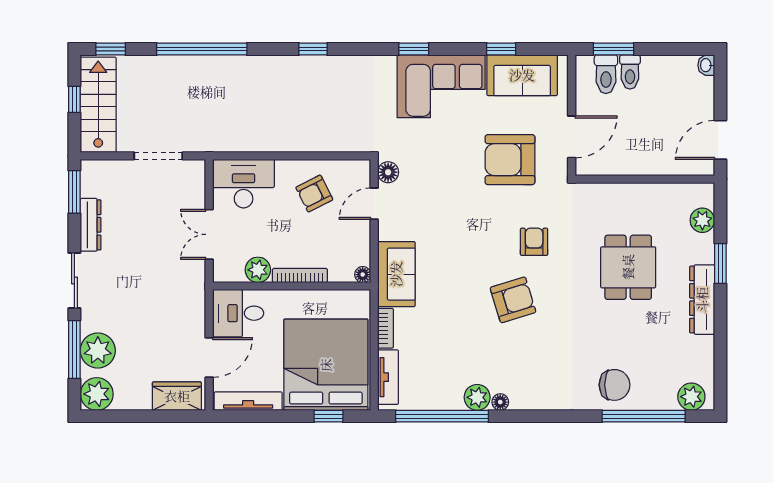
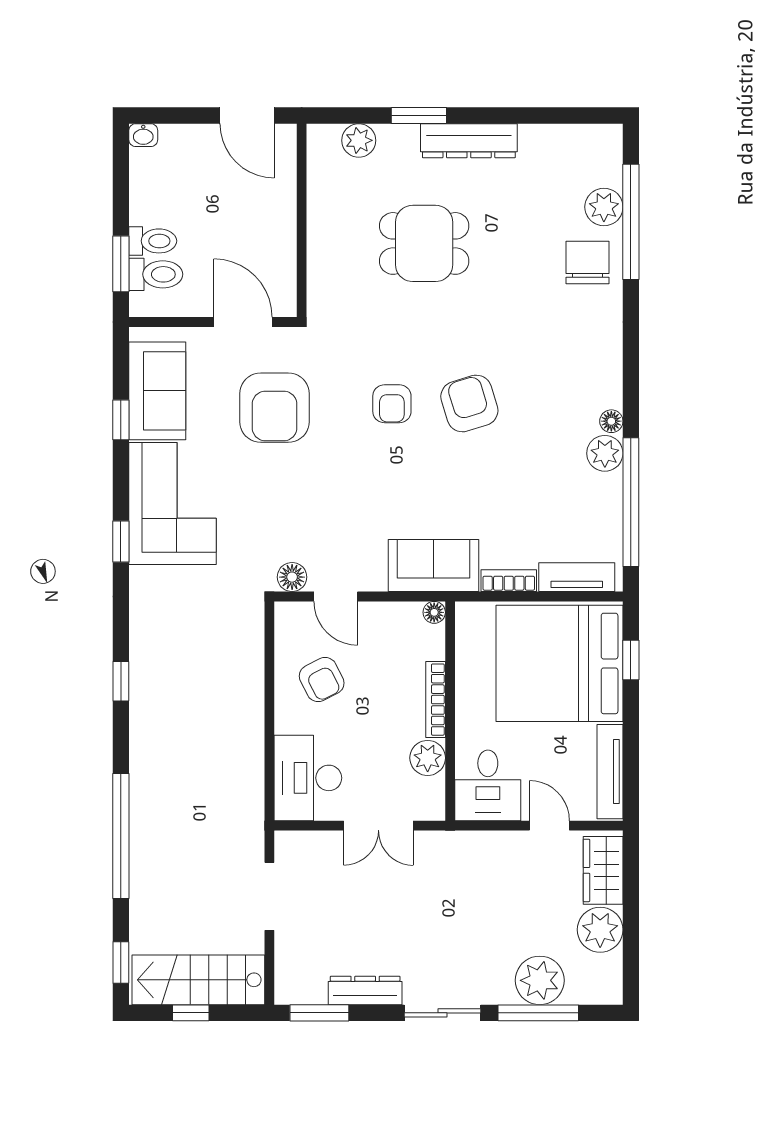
armchair: (534, 242) -> (392, 404), moved, turned -90
door: (209, 357) -> (549, 826), width x0.73
plant: (97, 394) -> (600, 930), moved
plant: (691, 397) -> (604, 207), moved

